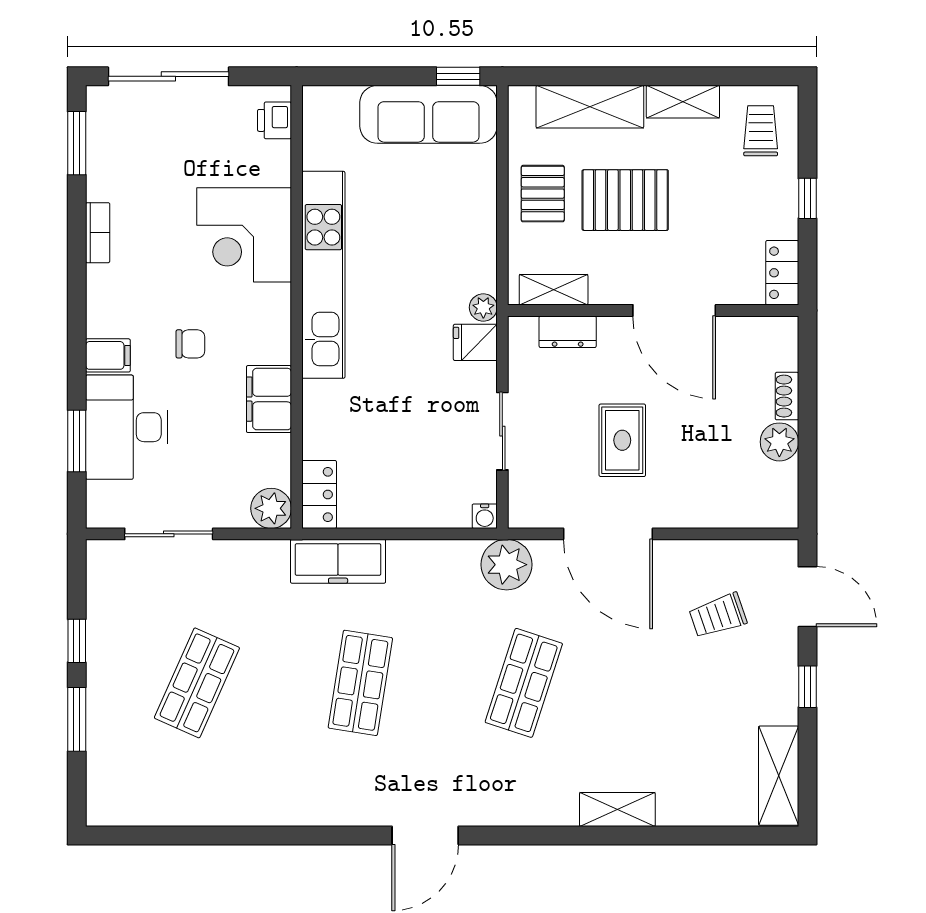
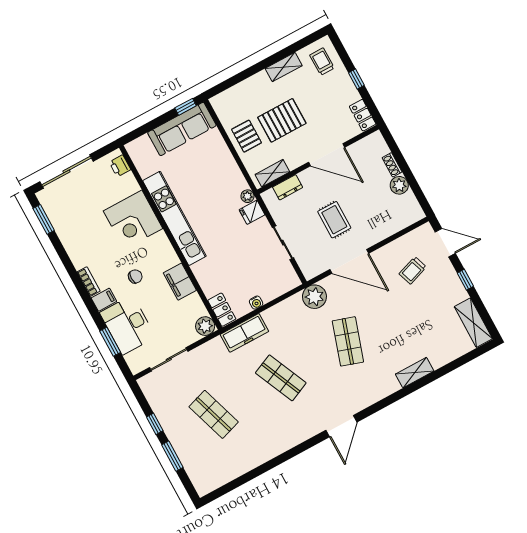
shelving: (590, 107) -> (247, 90), removed
bookcase: (98, 233) -> (89, 282), moved
water cooler: (485, 516) -> (256, 303), moved
shop shelf: (197, 683) -> (214, 414), turned -42
shop shelf: (360, 683) -> (281, 378), turned -33

